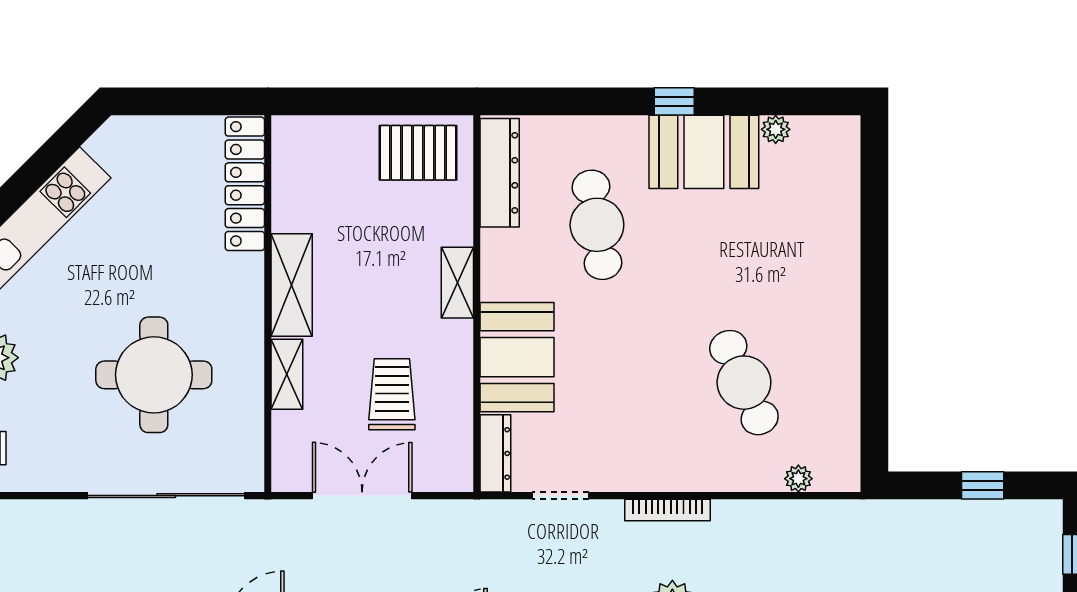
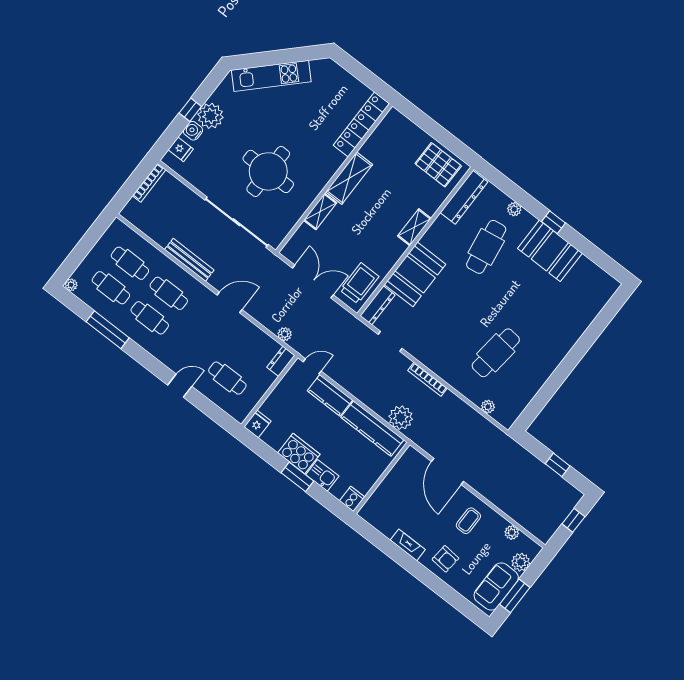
plant: (776, 129) -> (514, 209), moved
cafe table: (744, 383) -> (496, 353), turned 30
trolley: (392, 394) -> (359, 283), moved

